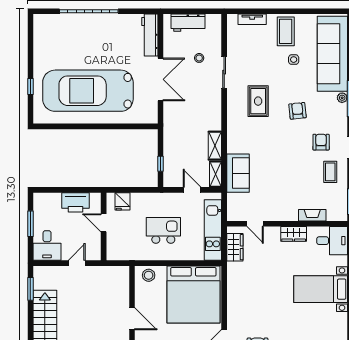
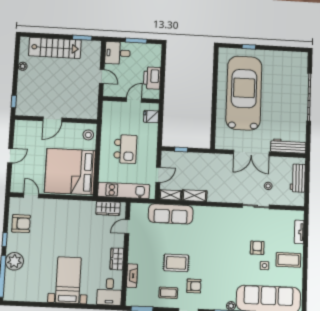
rug: (258, 101) -> (176, 263), moved
armchair: (297, 111) -> (257, 248), moved, turned -84
sofa: (238, 173) -> (171, 214), width x1.36

